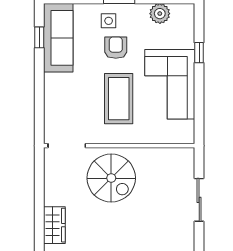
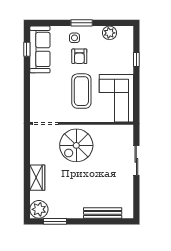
armchair: (116, 48) -> (79, 56), turned 180
corner sofa: (170, 84) -> (116, 98), moved
spiral stairs: (111, 178) -> (76, 145), turned 90

